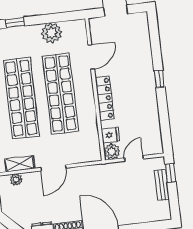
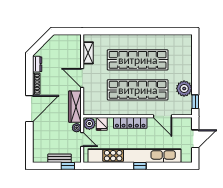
window: (15, 23) -> (195, 102), moved
kitchen unit: (147, 88) -> (134, 156), added
wardrobe: (92, 173) -> (75, 107), added
plant: (16, 180) -> (77, 128), moved

